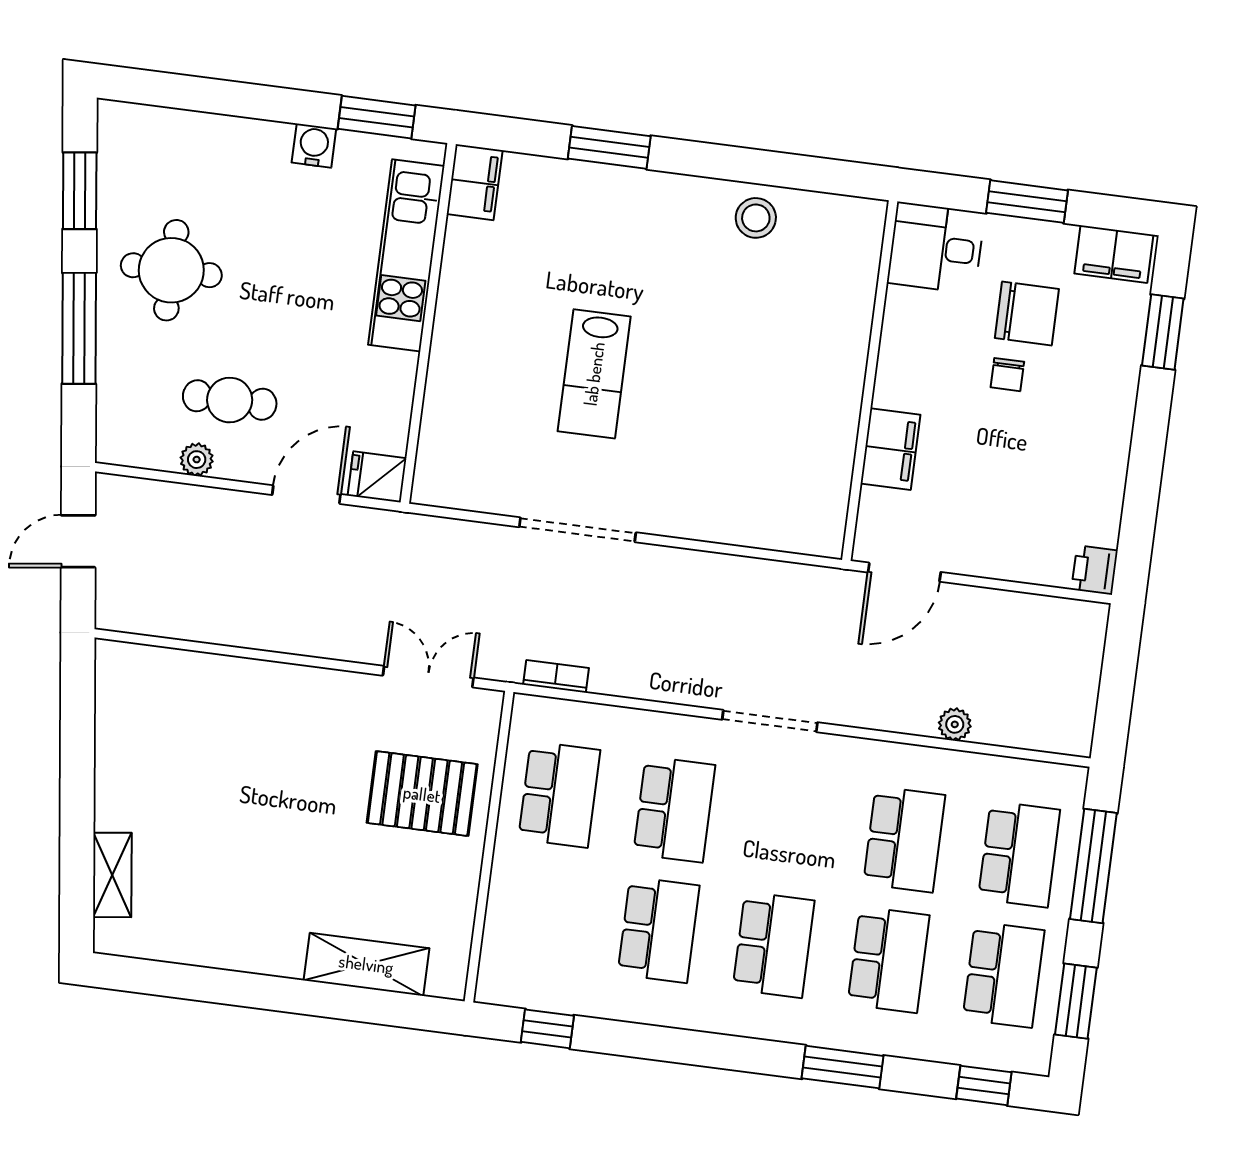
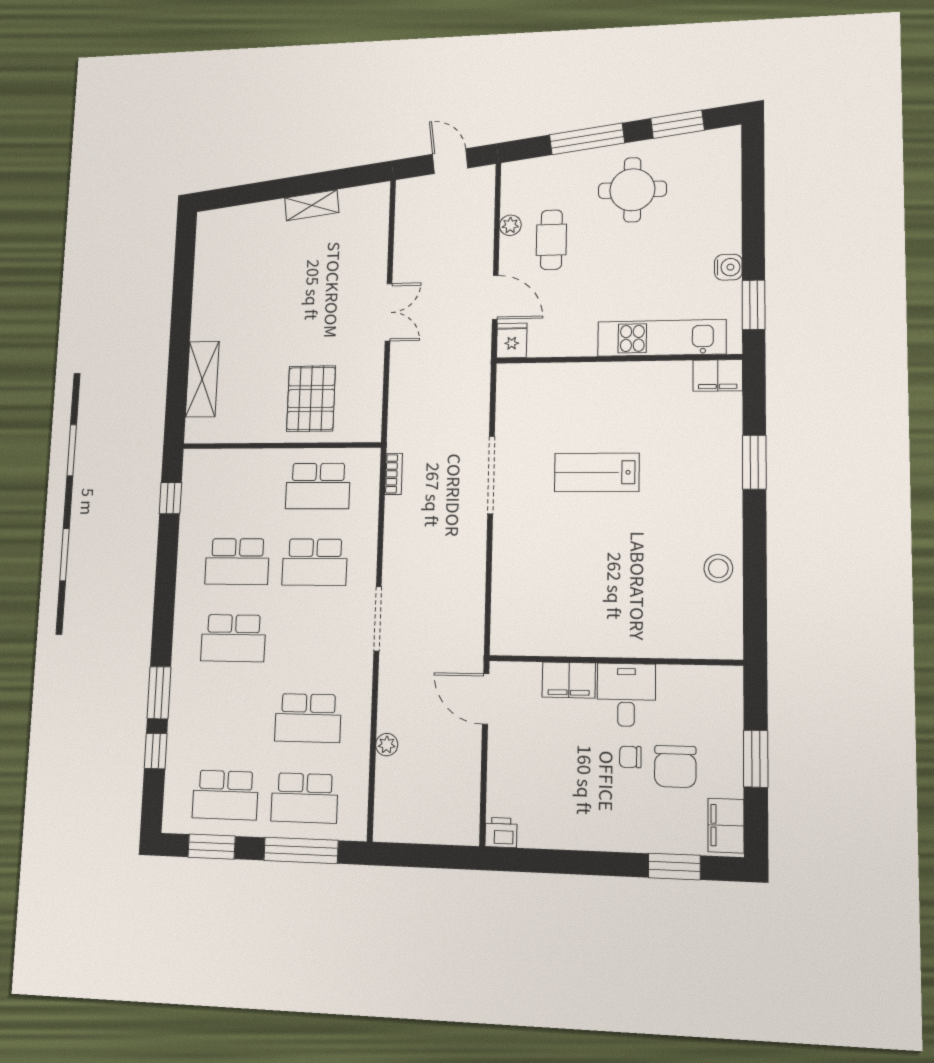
desk: (936, 248) -> (626, 695), moved
double door: (428, 677) -> (388, 312), moved
shelving: (112, 875) -> (312, 205), moved
school desk: (889, 960) -> (229, 716), removed
window: (984, 1085) -> (156, 751), moved

